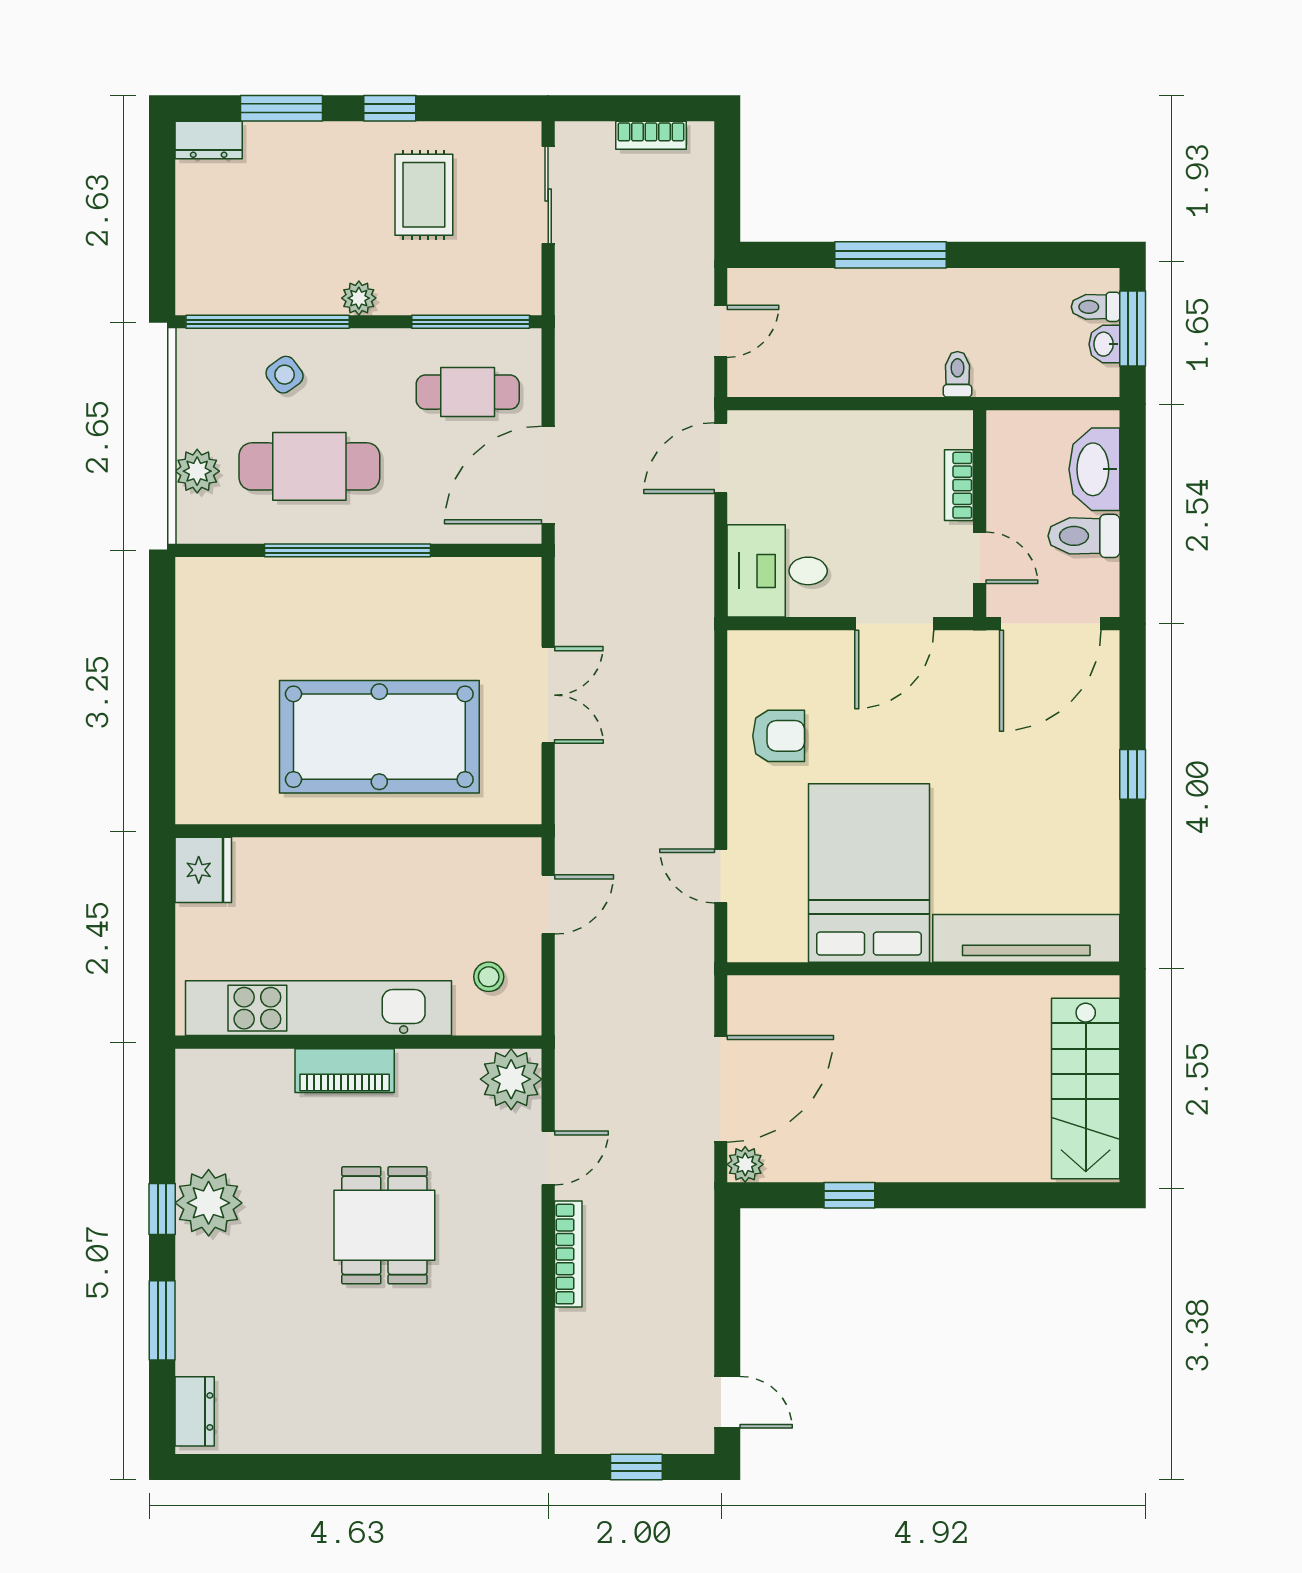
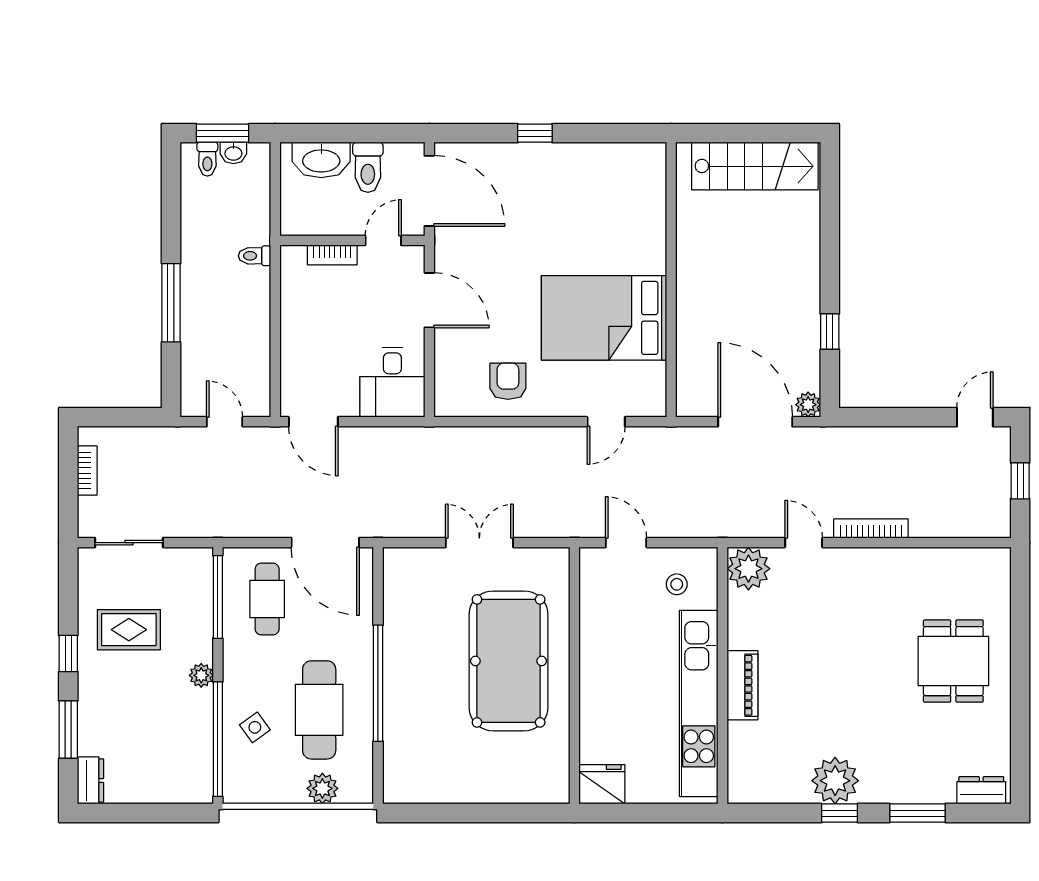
tv unit: (1026, 938) -> (650, 208), removed
dining table: (384, 1225) -> (953, 661), moved, turned 90

